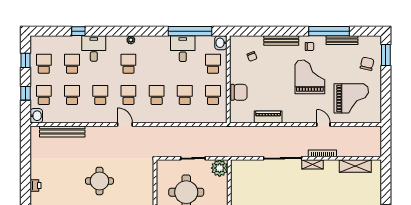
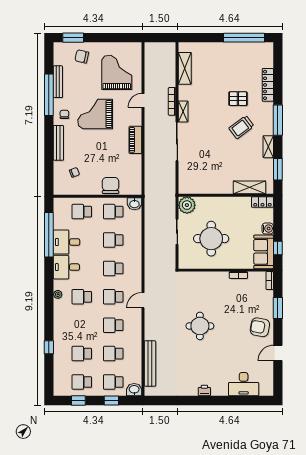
washbasin: (221, 43) -> (134, 204), moved
desk: (94, 48) -> (66, 267), moved
piano: (268, 117) -> (135, 140), moved

